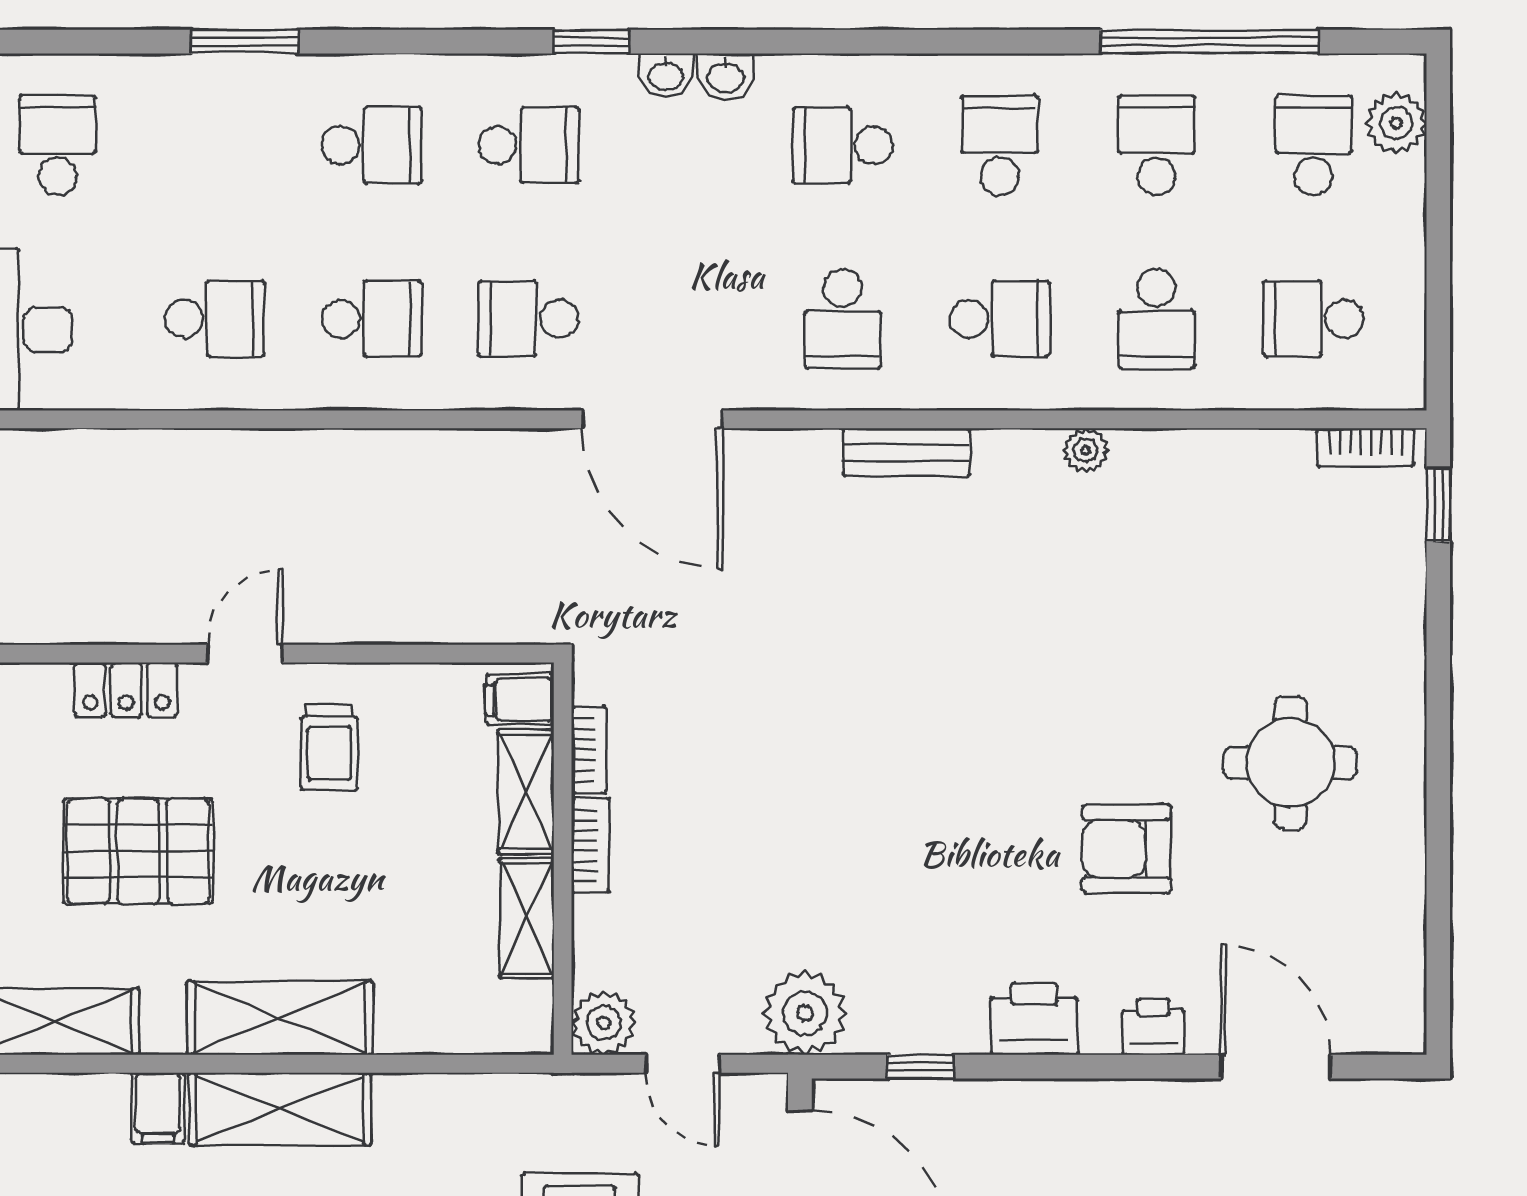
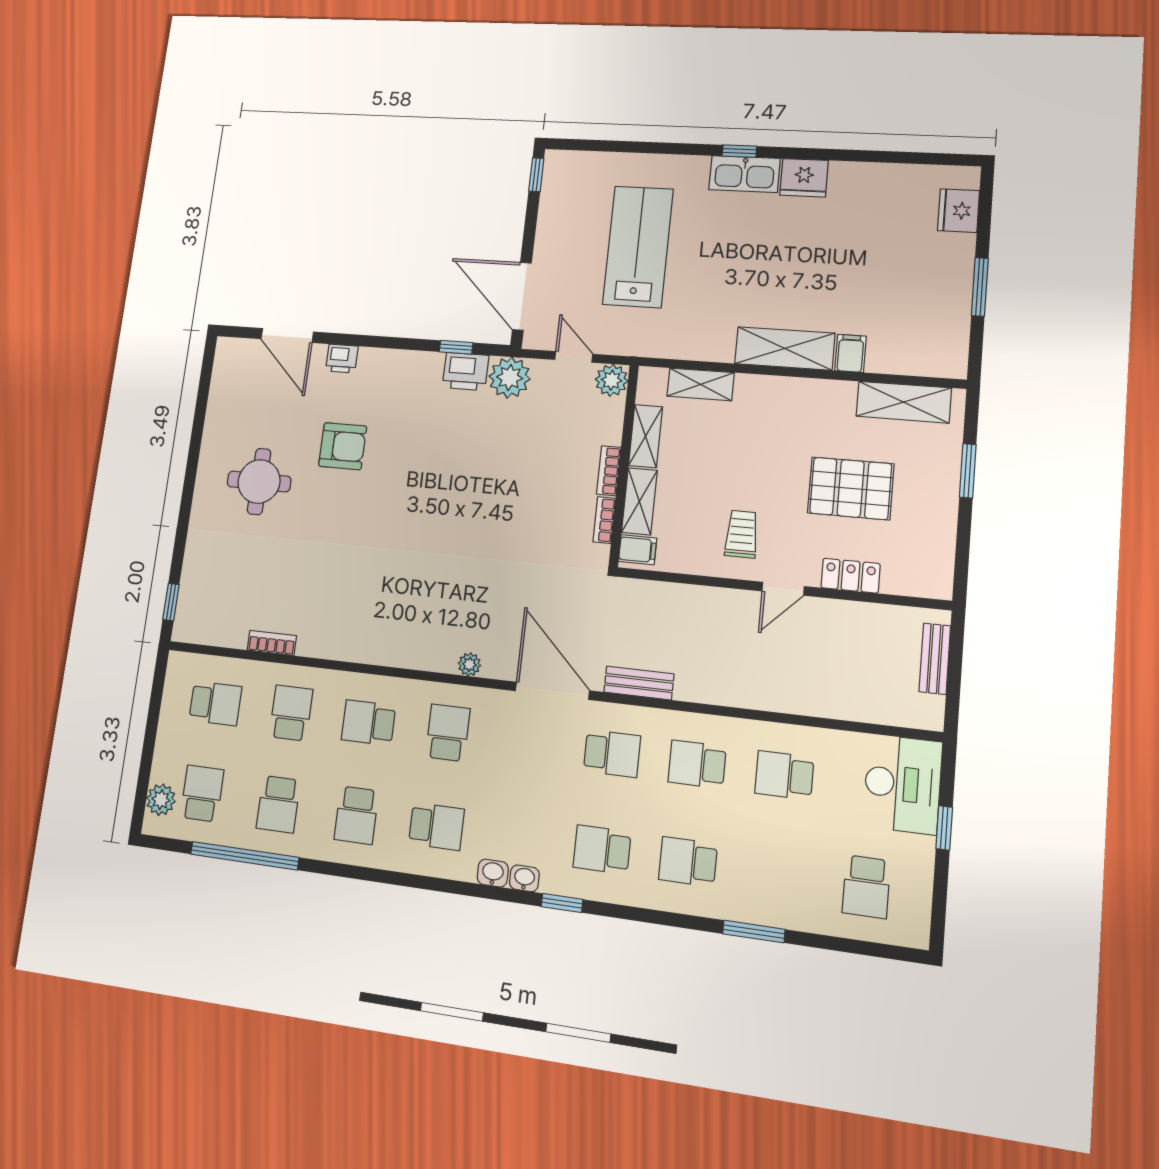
school desk: (1314, 145) -> (202, 794), turned 180
bookcase: (1366, 448) -> (272, 643), moved
plant: (1086, 450) -> (469, 664), moved
bench: (906, 452) -> (639, 683), moved
shelving: (279, 1018) -> (701, 384), moved, width x0.67, depth x0.75
printer: (1034, 1019) -> (466, 371), moved

